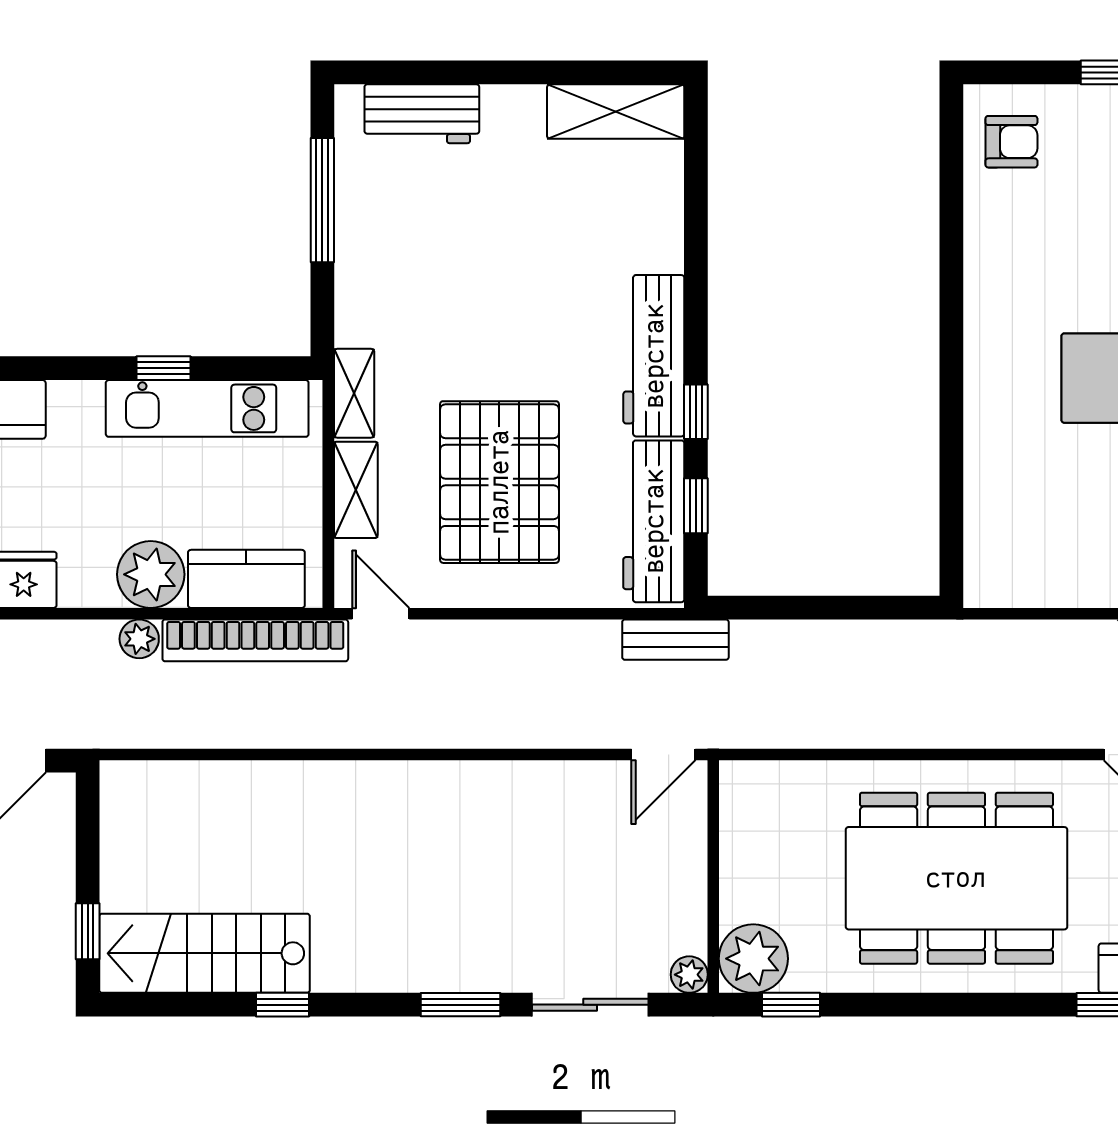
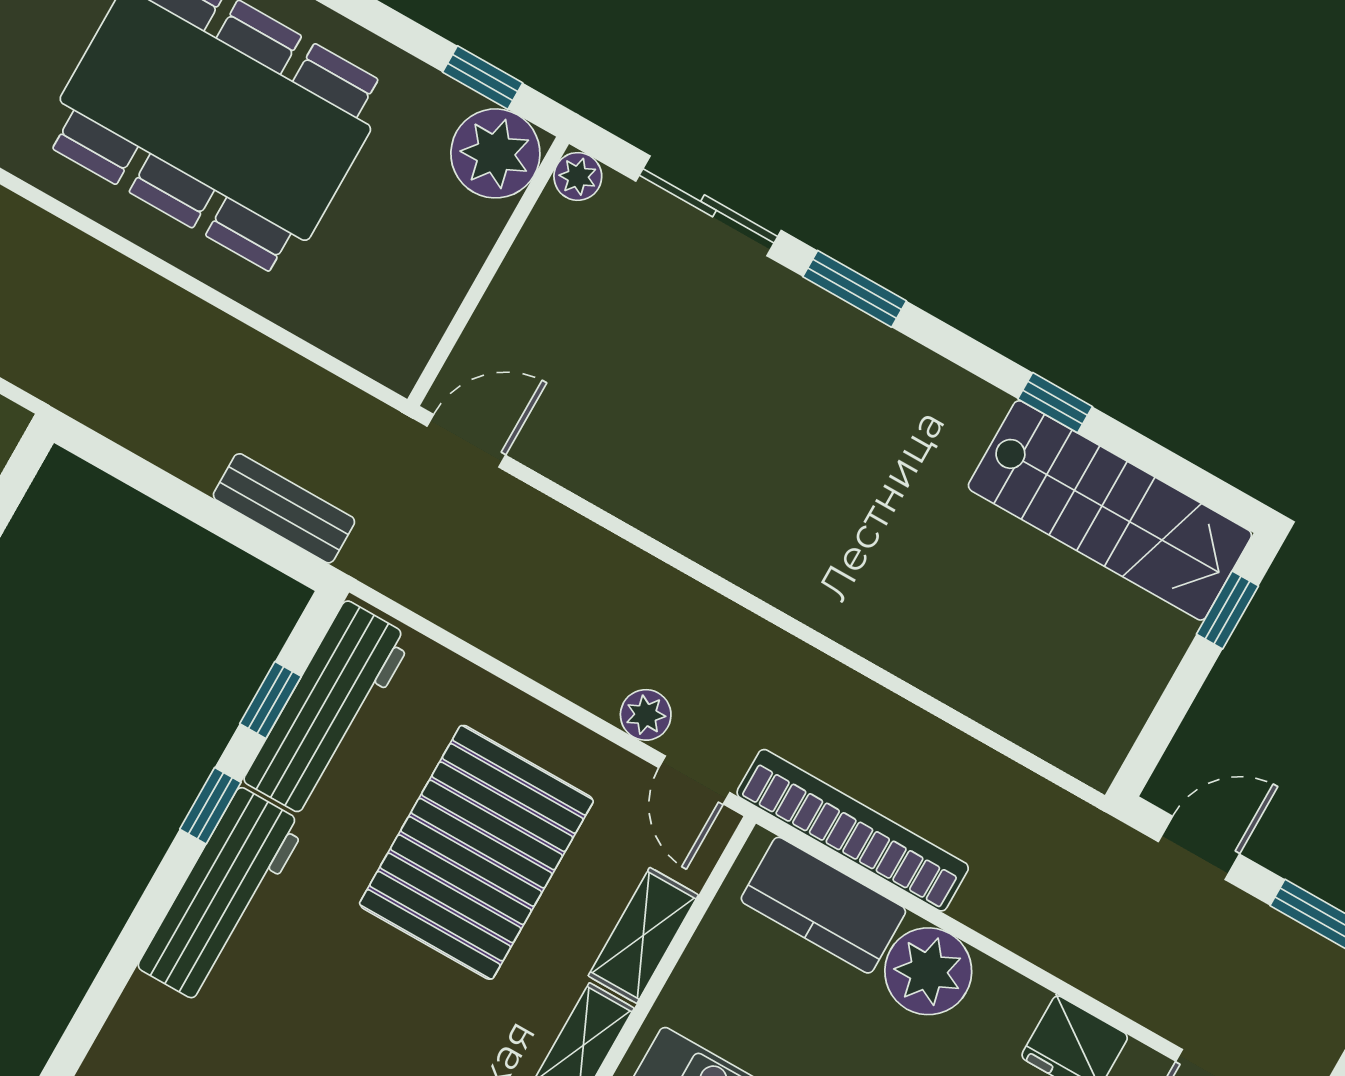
plant: (139, 639) -> (646, 715), moved
bench: (675, 640) -> (284, 508), moved

